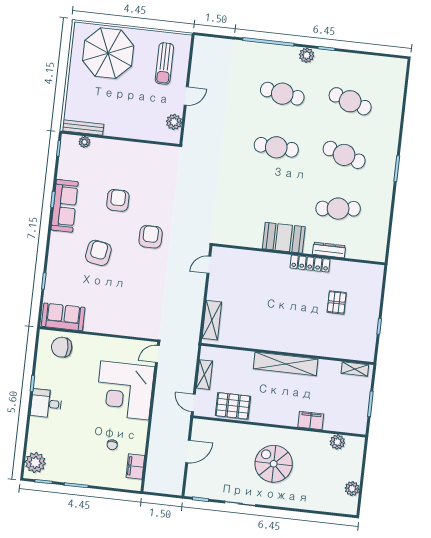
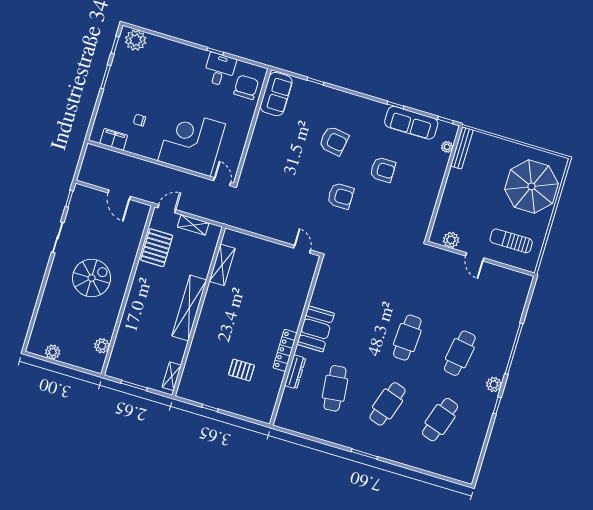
sofa: (65, 206) -> (411, 123), moved
shelving: (212, 320) -> (222, 265), moved, turned 90
desk: (46, 403) -> (220, 70), moved
filing cabinet: (311, 420) -> (128, 323), removed

